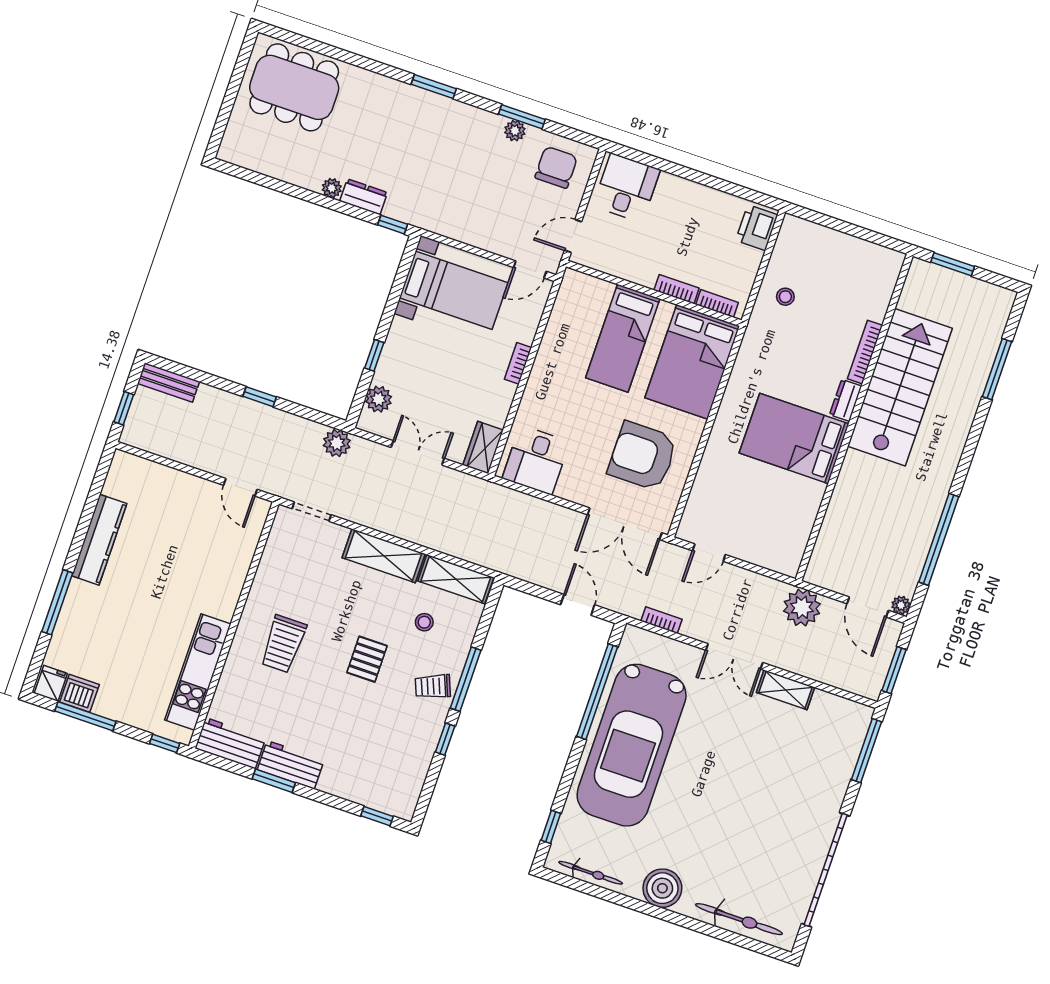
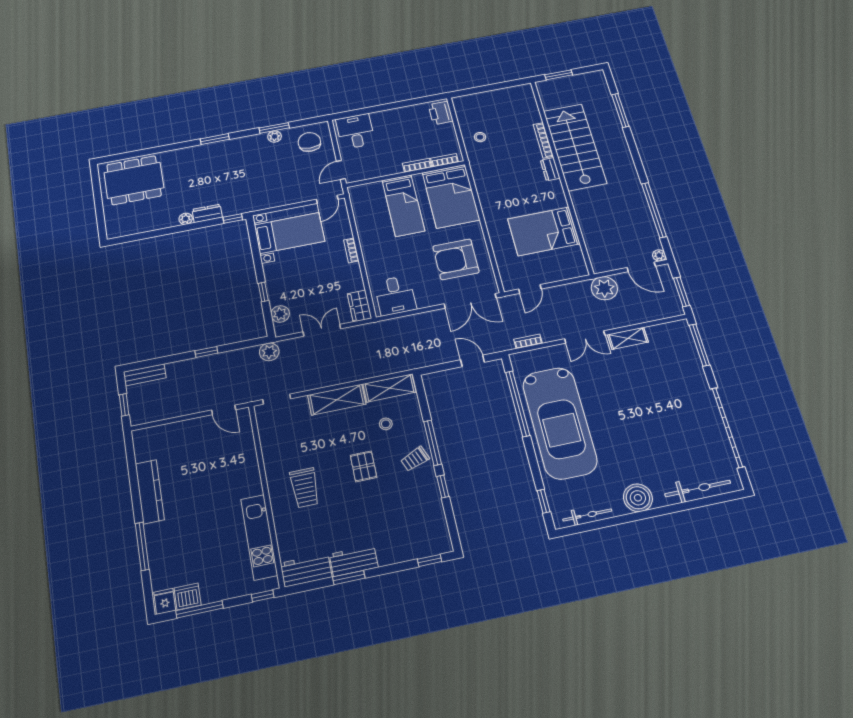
bed: (794, 438) -> (544, 231), moved

